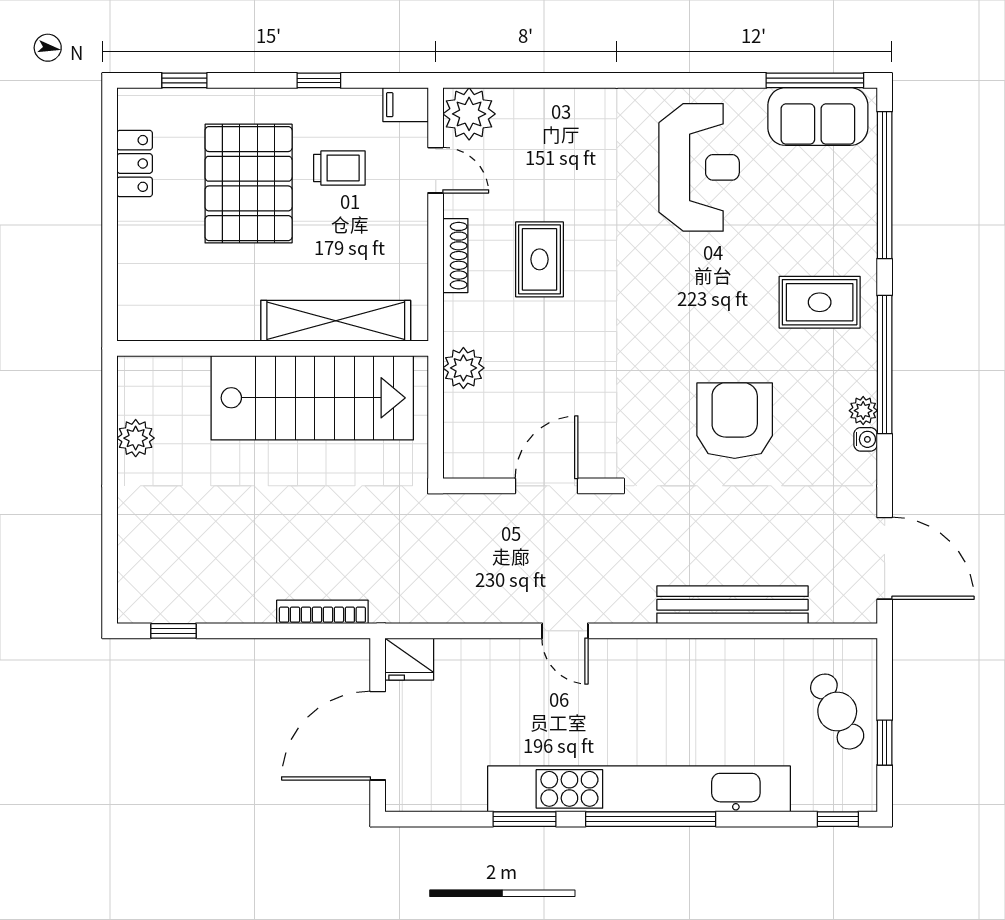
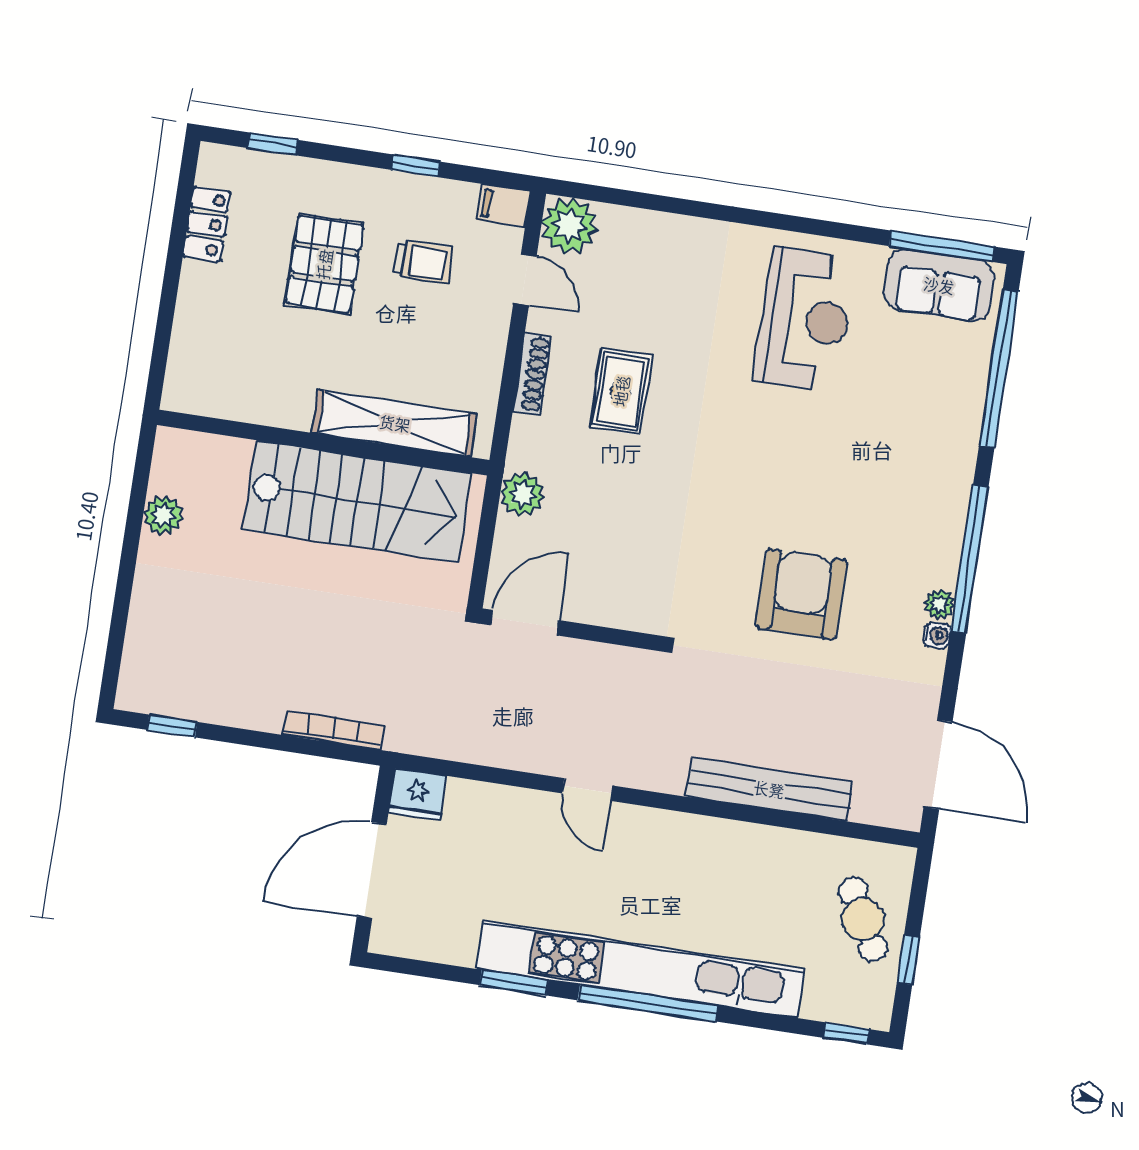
pallet: (249, 184) -> (324, 264), width x0.73, depth x0.71
rug: (820, 302) -> (911, 482), removed
door: (547, 486) -> (525, 623), moved

